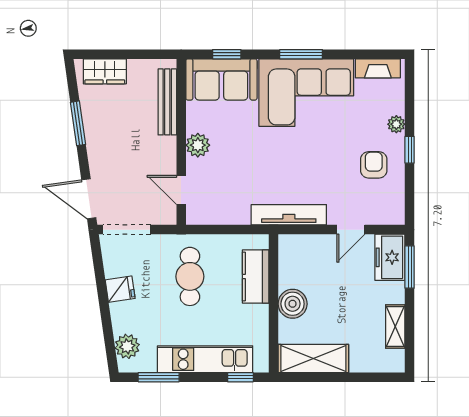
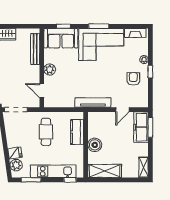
freezer: (390, 257) -> (141, 127), width x1.40
fridge: (120, 289) -> (15, 153), moved
shelving: (395, 326) -> (144, 167), moved

